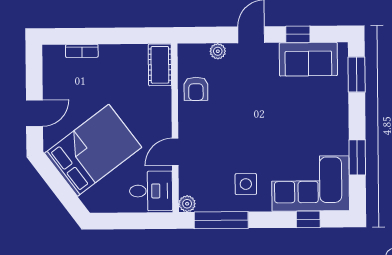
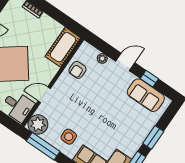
cot: (160, 65) -> (63, 47), width x1.37, depth x1.34
window: (357, 74) -> (153, 137), moved
plant: (187, 204) -> (38, 124), width x1.87, depth x1.87

